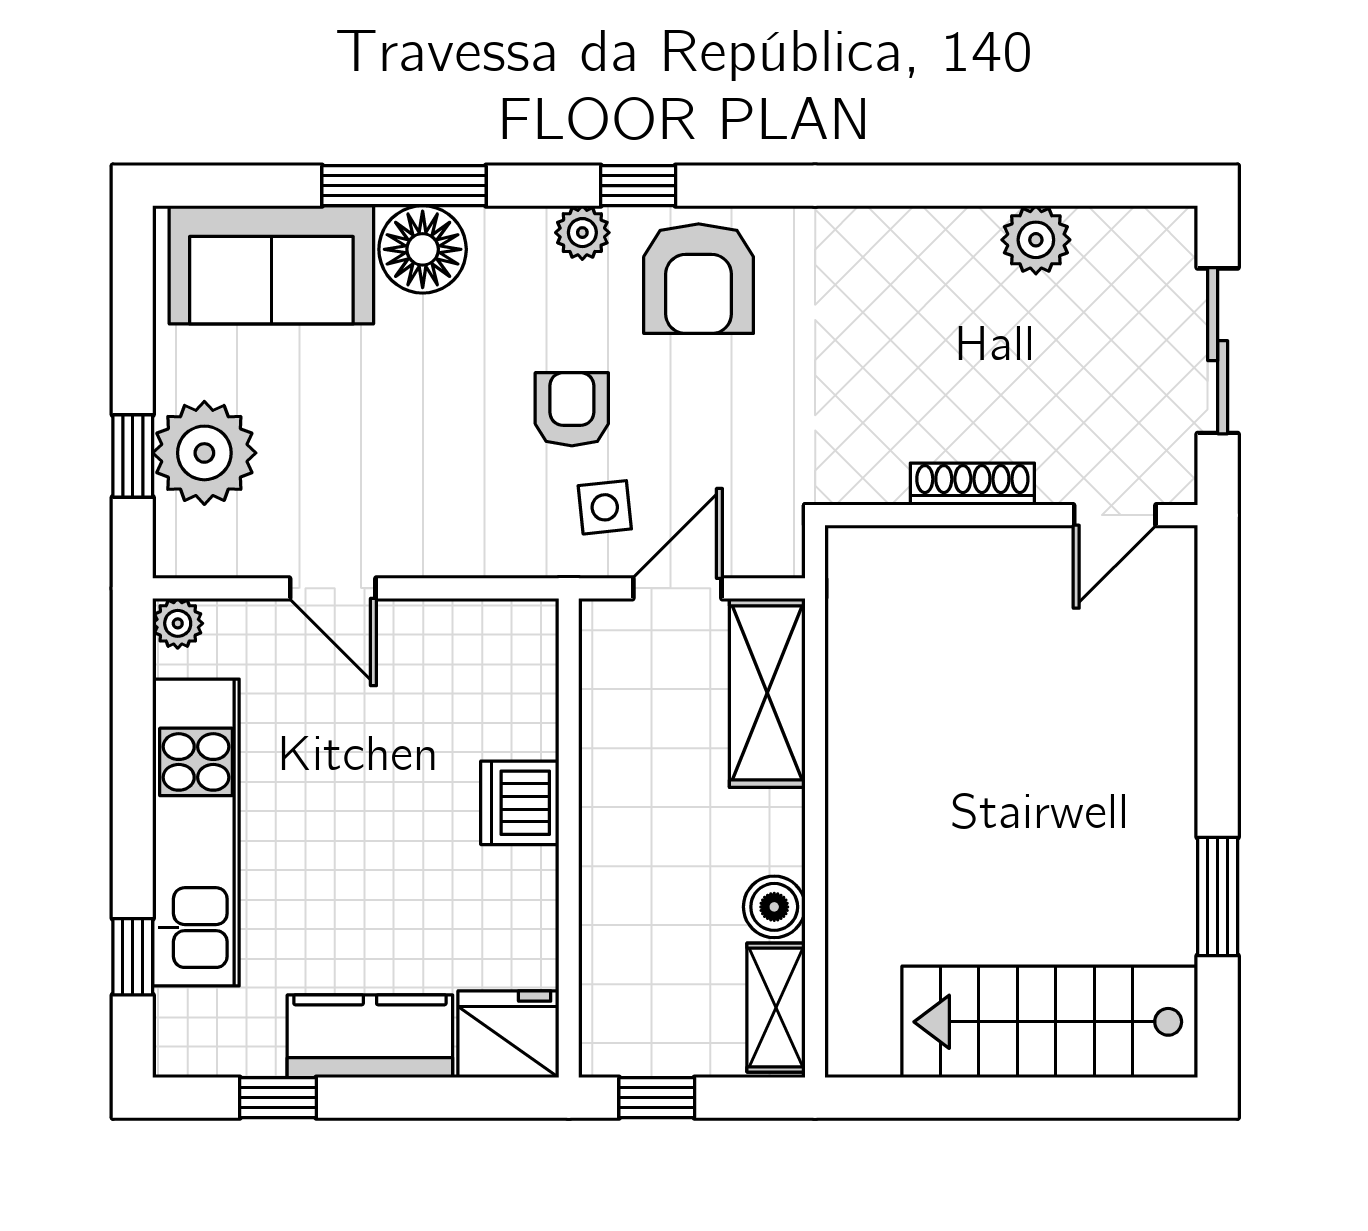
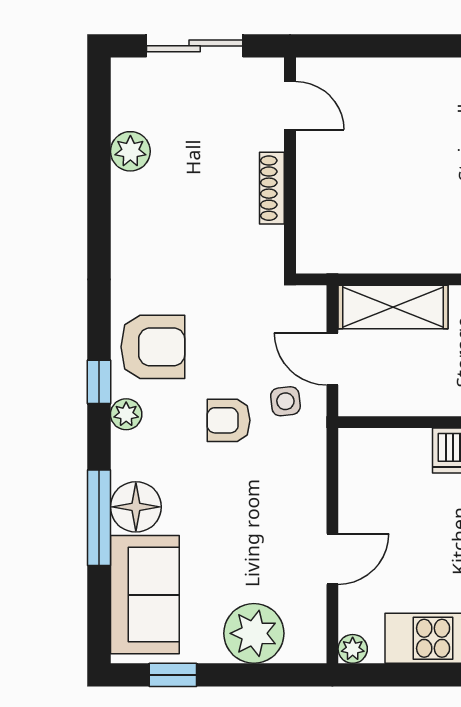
window: (133, 456) -> (173, 675), moved

